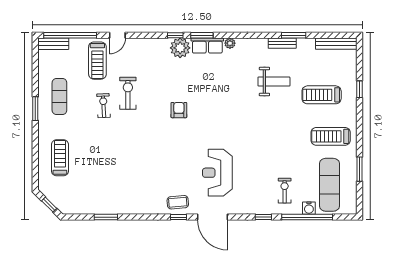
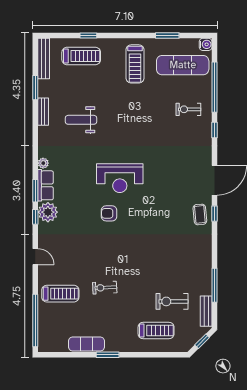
door: (117, 35) -> (35, 257), moved
window: (294, 35) -> (35, 88), moved
bench: (53, 44) -> (206, 311), moved
weight bench: (274, 82) -> (81, 120), turned -90
exercise bike: (128, 93) -> (172, 301), moved
treadmill: (322, 95) -> (81, 56), moved, turned -90
exercise mat: (59, 97) -> (86, 344), moved
treadmill: (60, 158) -> (156, 330), turned 180
reception desk: (217, 173) -> (120, 178), moved
water cooler: (309, 208) -> (206, 44), moved
window: (106, 217) -> (214, 285), width x1.44

